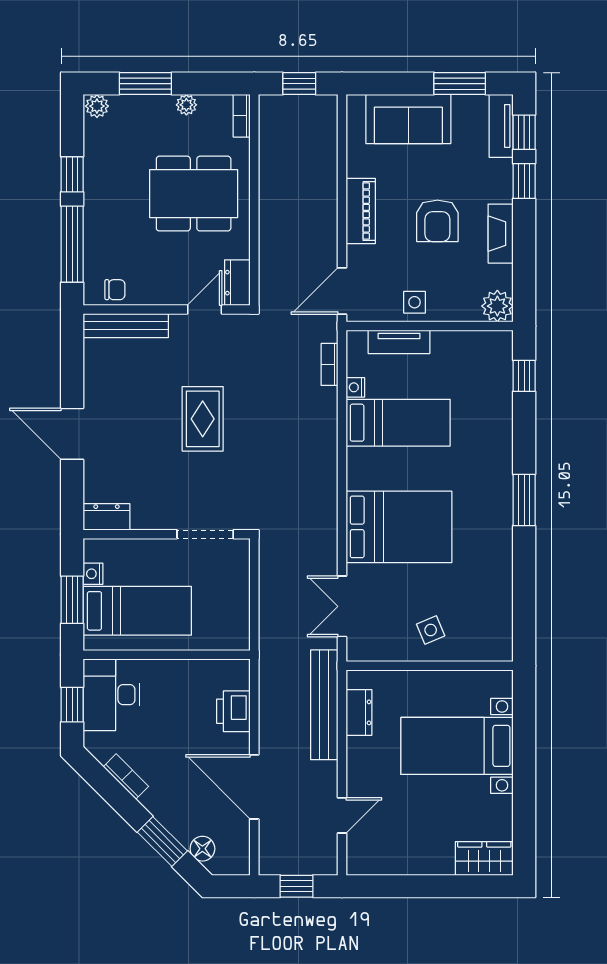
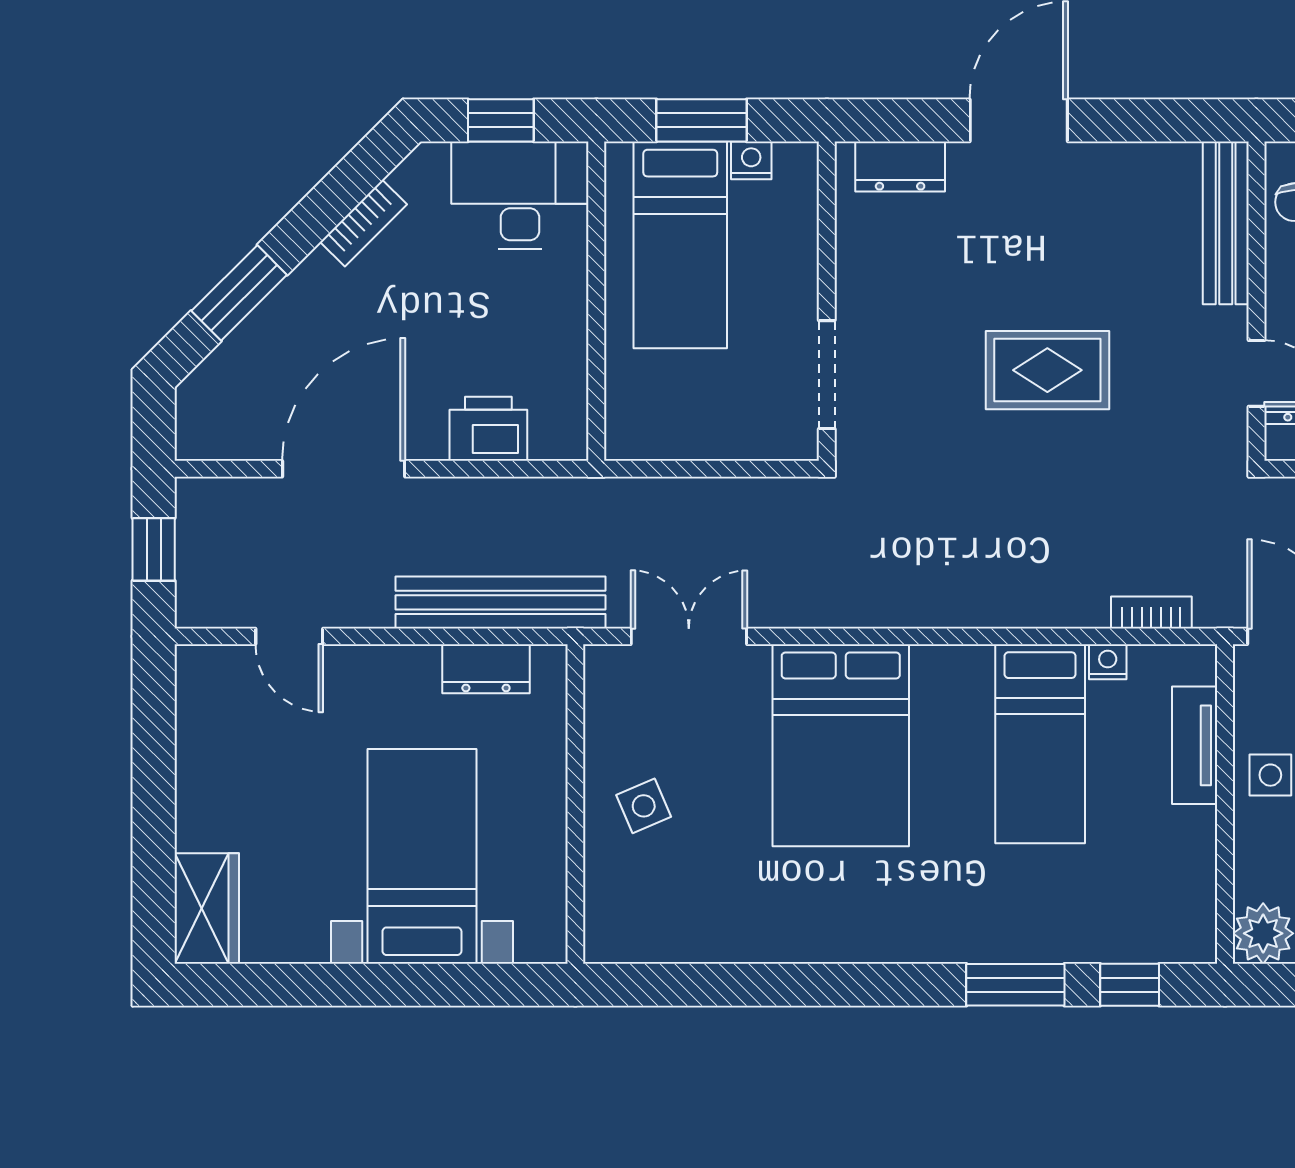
window: (524, 500) -> (1015, 985), moved
dresser: (107, 517) -> (900, 167), moved, turned 90
floor lamp: (202, 849) -> (225, 370), removed

